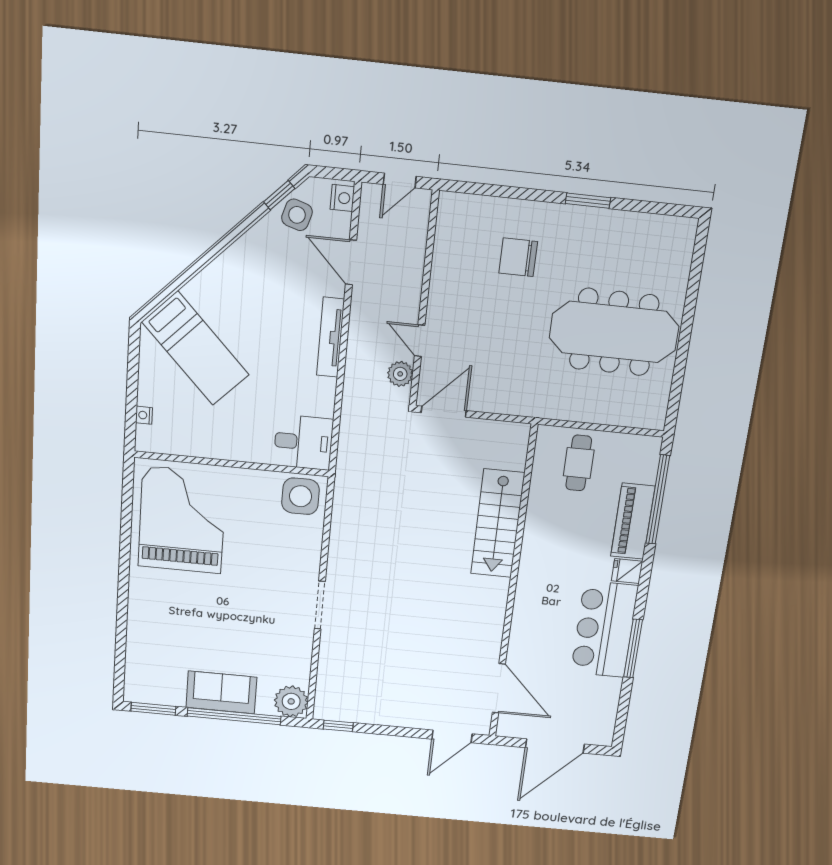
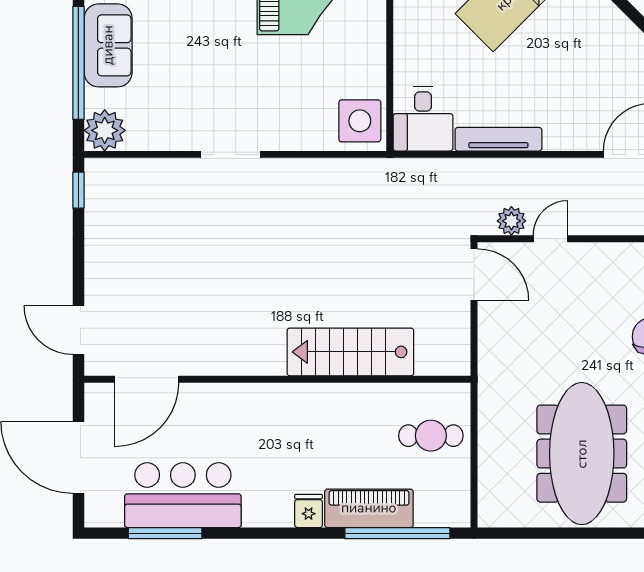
tv unit: (330, 337) -> (498, 139), moved
bar counter: (604, 629) -> (183, 495), moved
window: (633, 648) -> (165, 533), moved

